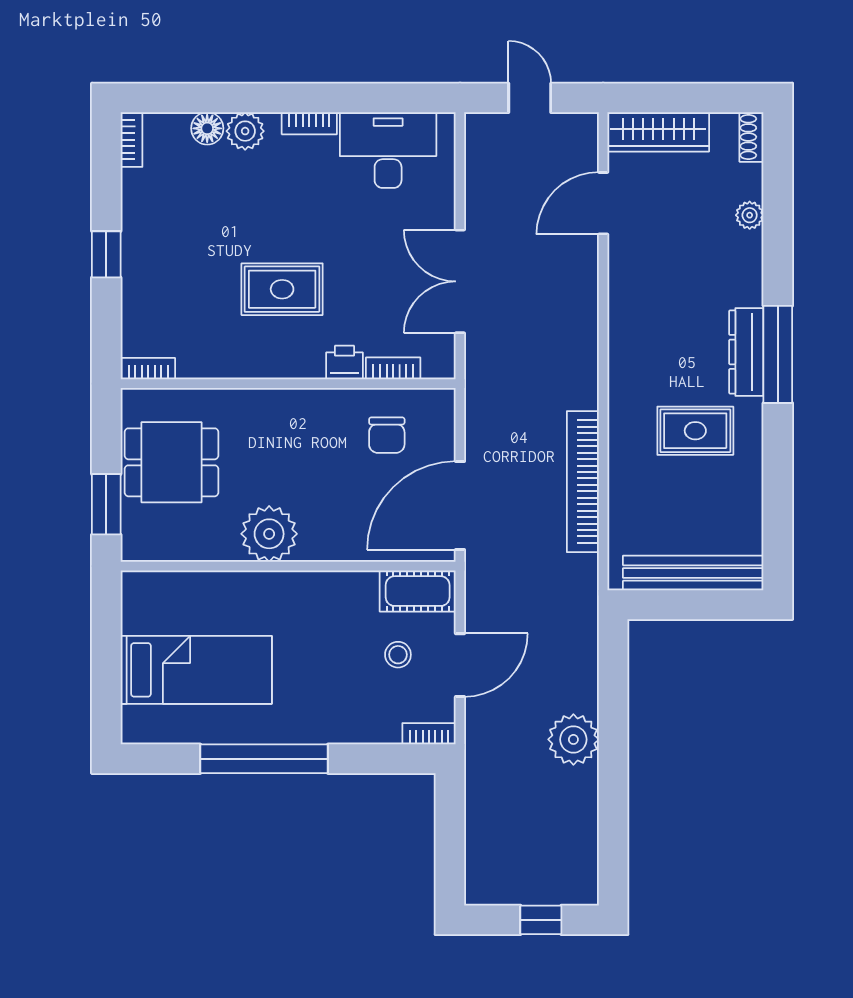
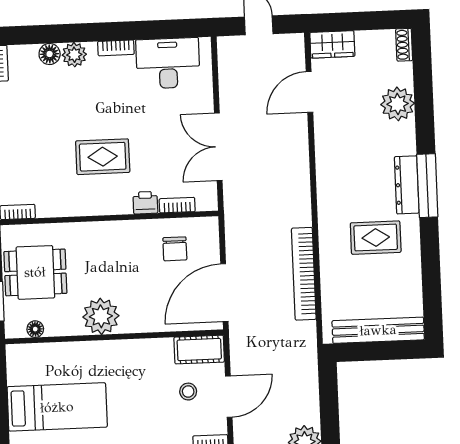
wardrobe: (658, 132) -> (332, 44), width x0.67
plant: (750, 215) -> (398, 104), width x1.87, depth x1.87
floor lamp: (168, 549) -> (35, 329), added

